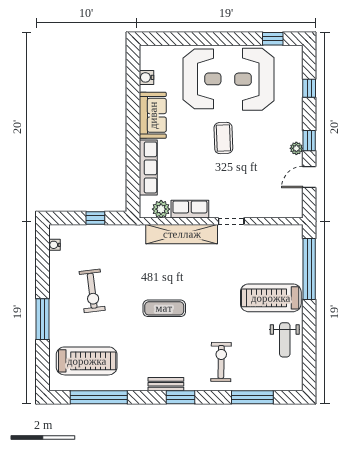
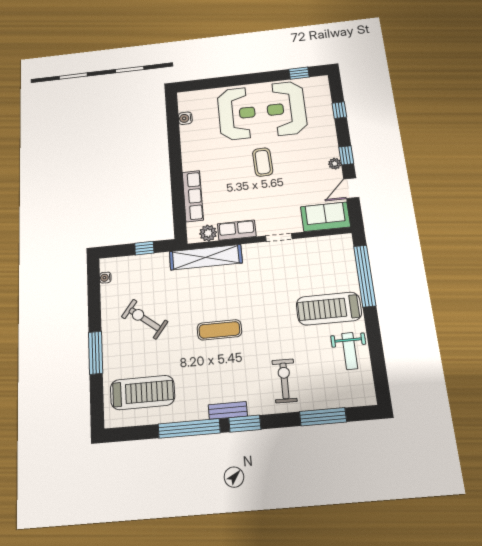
sofa: (153, 115) -> (325, 217), moved, turned -90
shelving: (182, 234) -> (206, 257), moved
exercise bike: (92, 291) -> (145, 319), turned 135
window: (99, 397) -> (189, 428), moved

